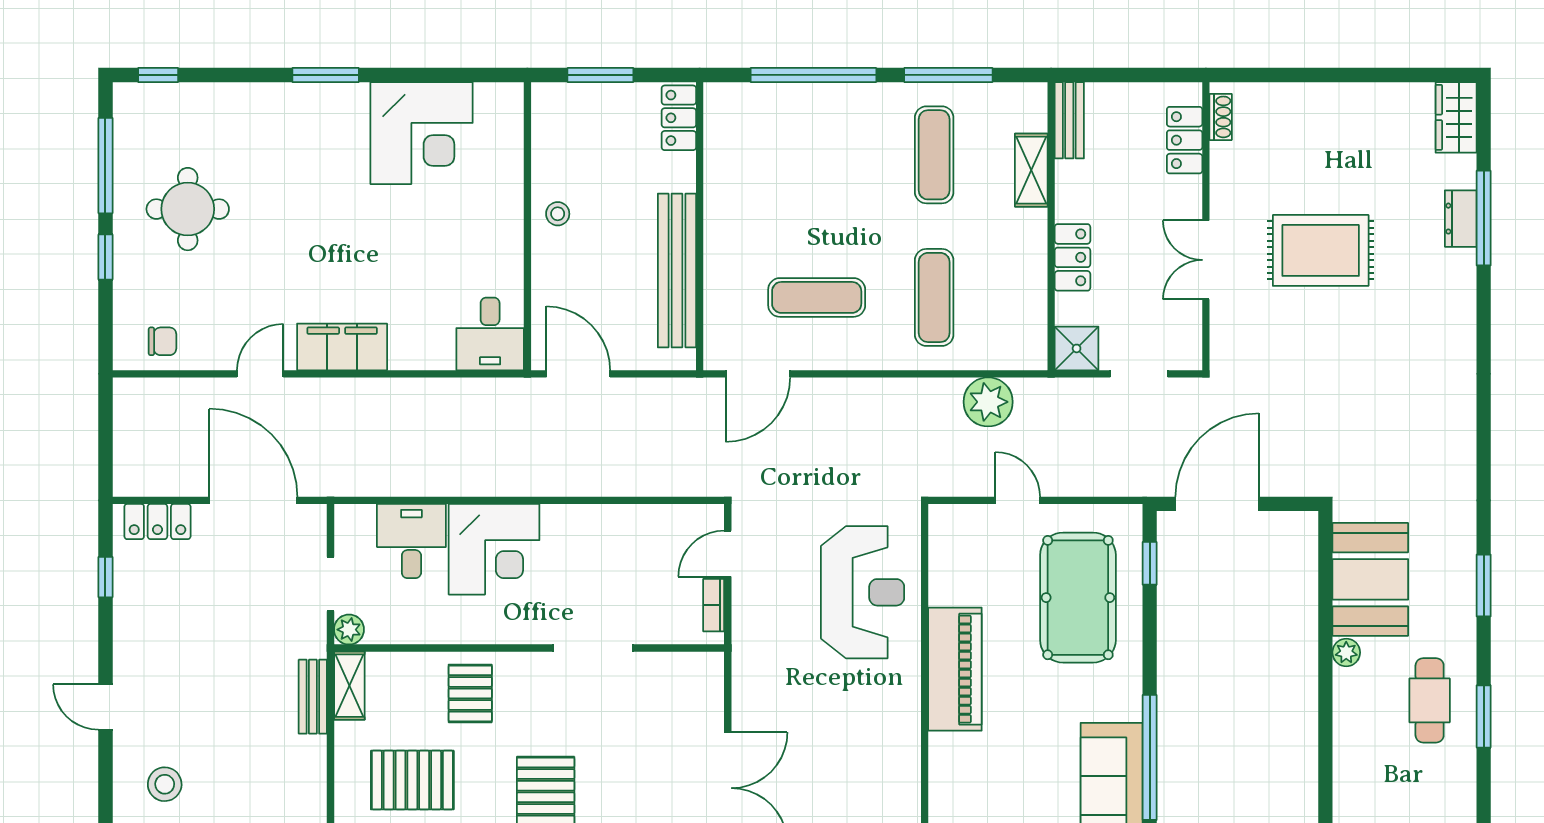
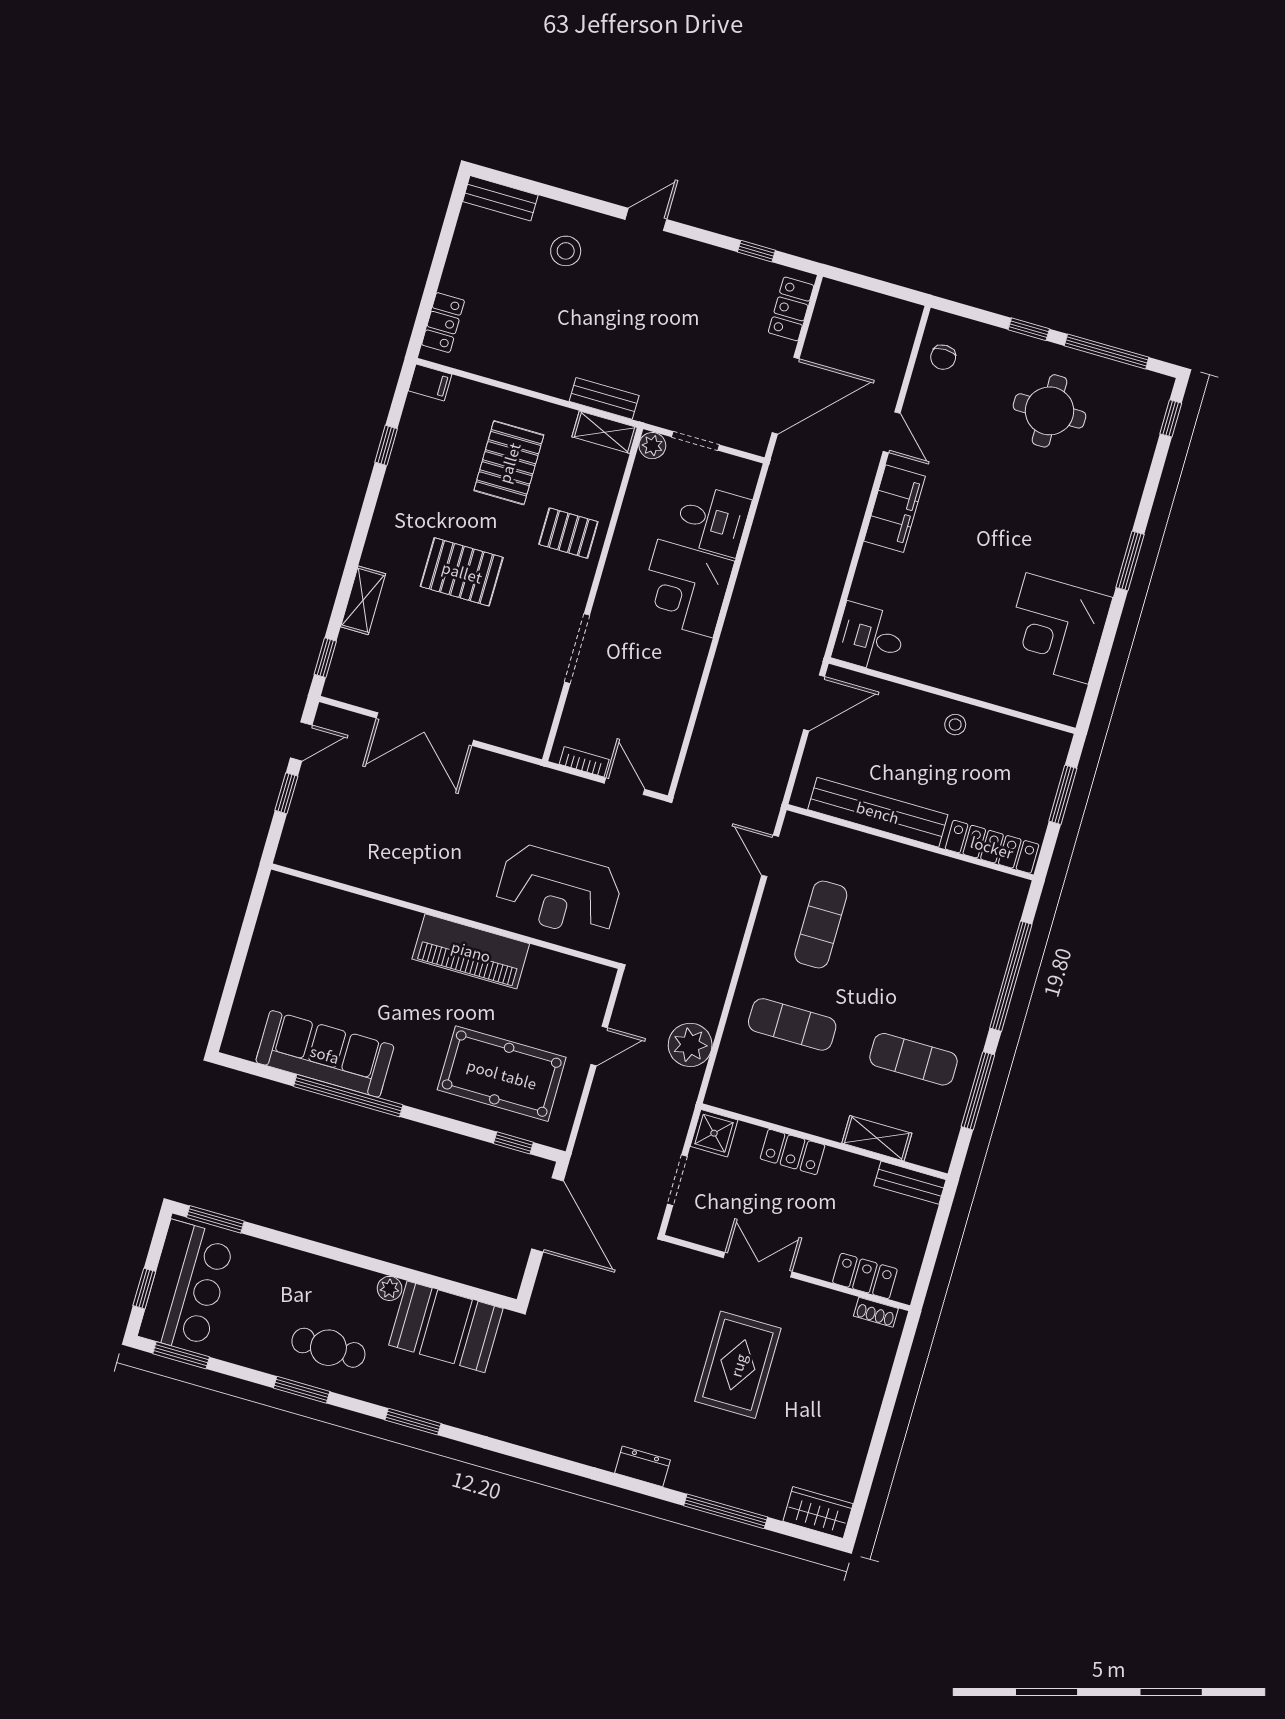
locker: (679, 118) -> (992, 847), width x1.53
dresser: (1461, 219) -> (642, 1466), moved
door: (758, 374) -> (770, 856), width x0.73

